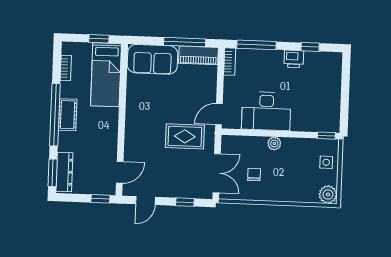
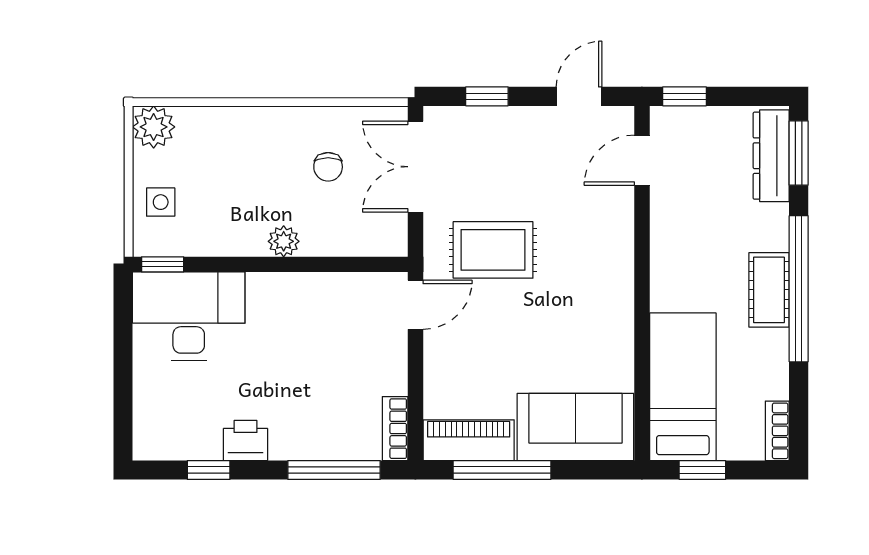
bookcase: (66, 68) -> (777, 431), moved
desk: (266, 111) -> (189, 316), moved

